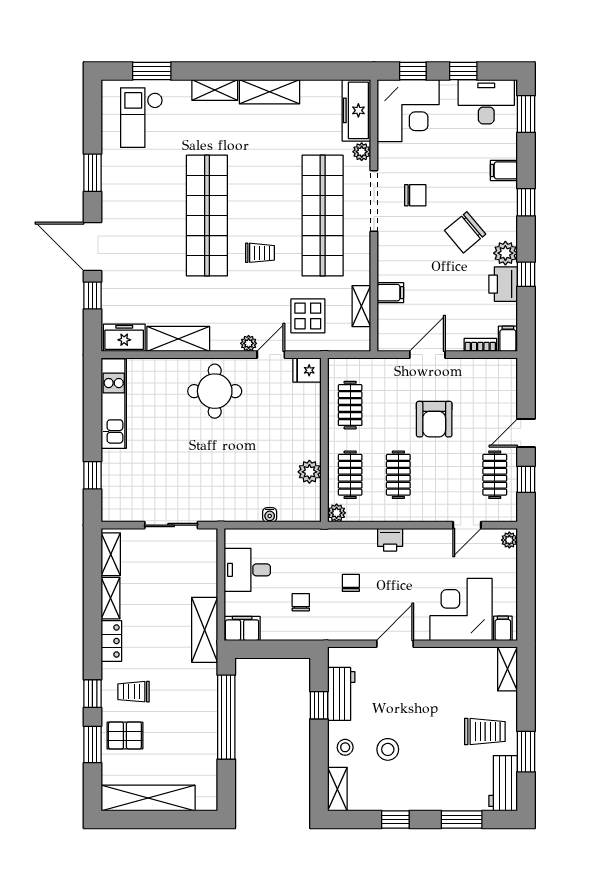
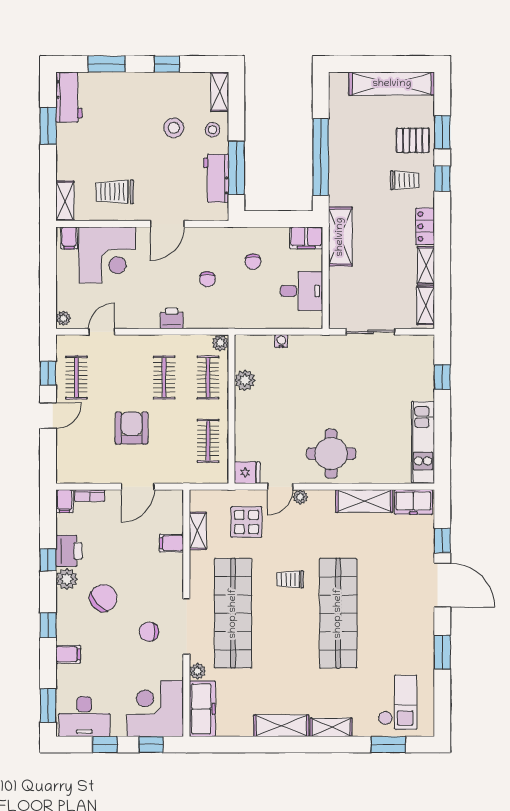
window: (319, 705) -> (236, 168), width x2.17
trolley: (485, 732) -> (115, 192), moved

